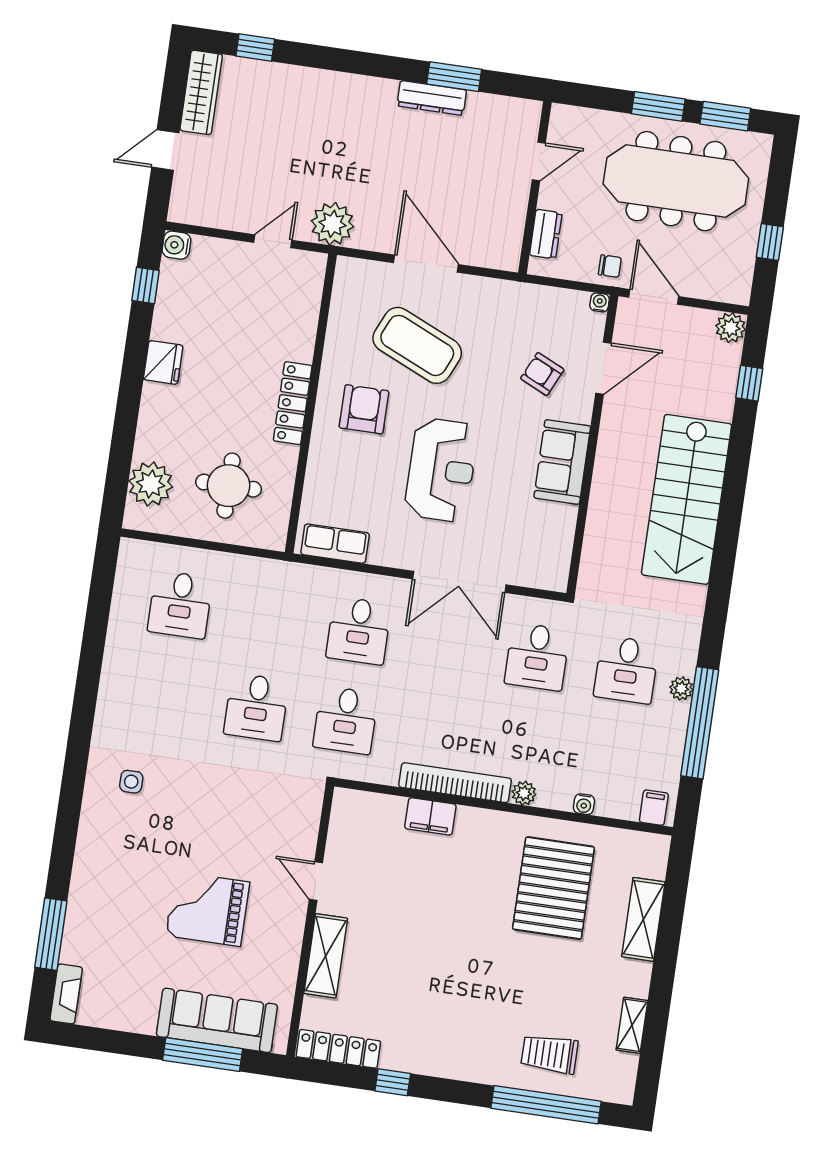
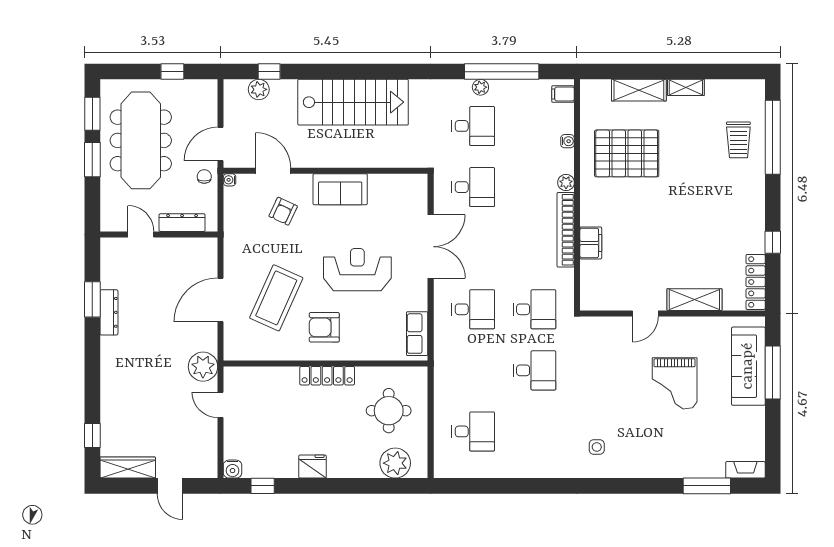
dresser: (546, 234) -> (182, 223), width x1.44
plant: (731, 328) -> (259, 89), moved
shelving: (632, 1025) -> (686, 87), moved

